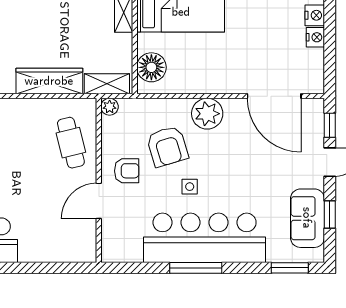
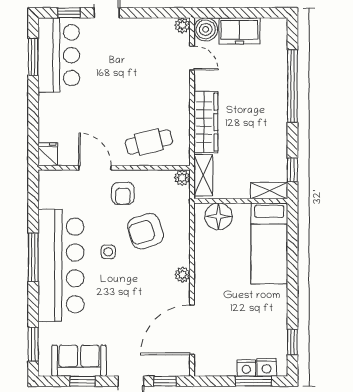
window: (330, 29) -> (253, 381), added
plant: (207, 114) -> (182, 275), width x0.53, depth x0.53
fridge: (84, 252) -> (48, 154), added

